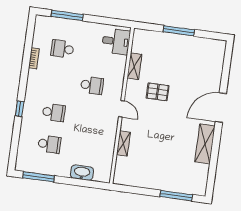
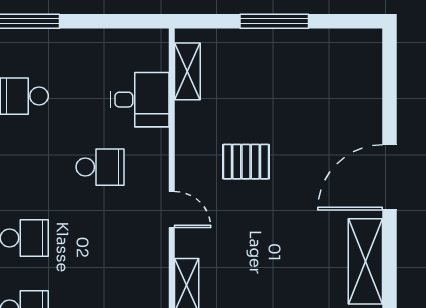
desk: (116, 41) -> (140, 100), moved
shelving: (134, 66) -> (187, 71), moved

